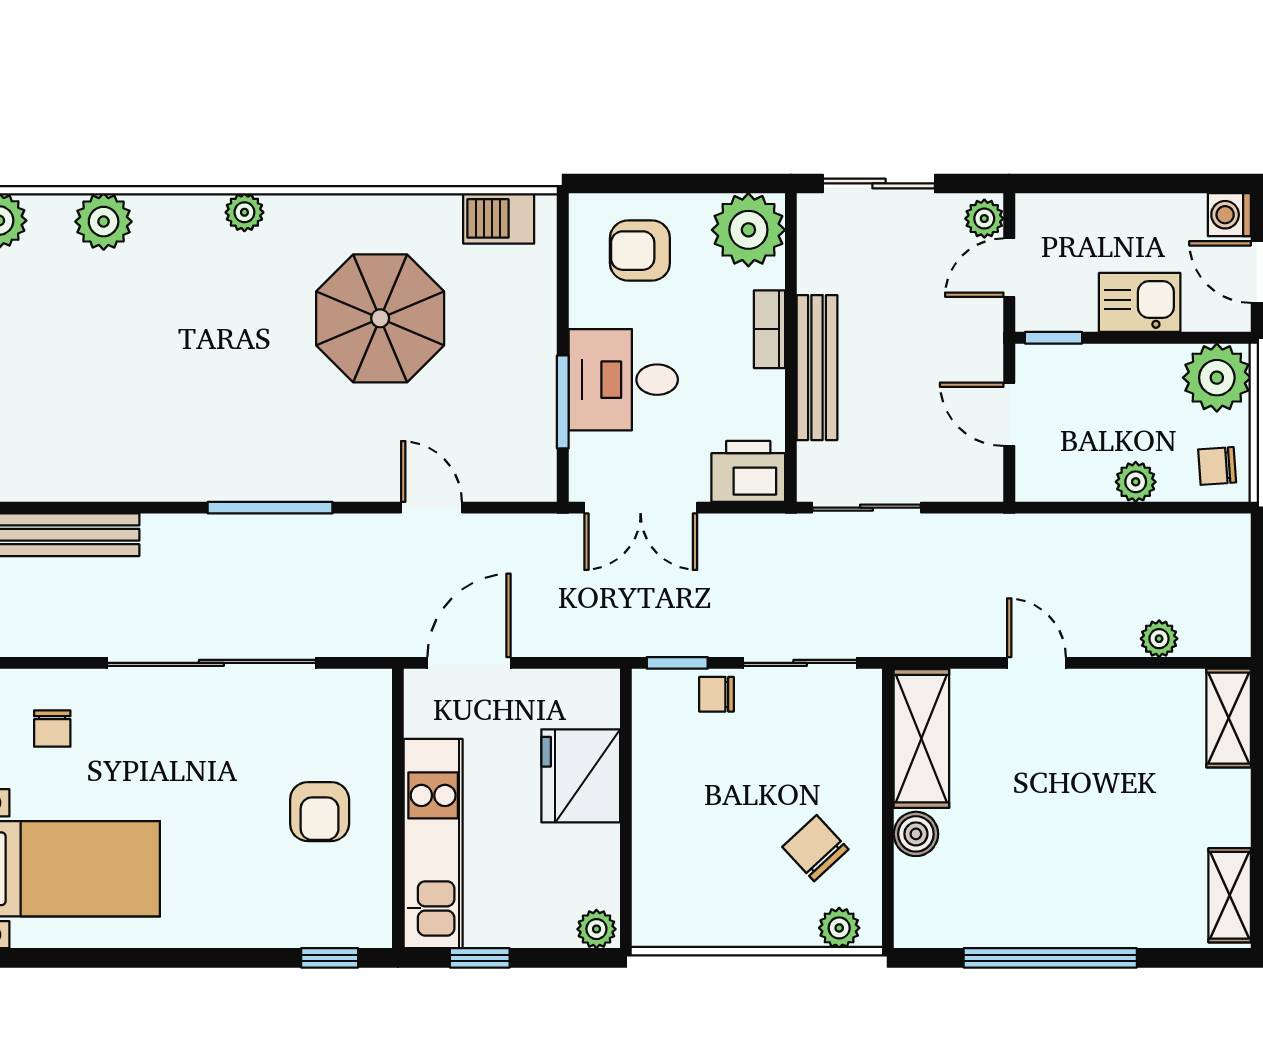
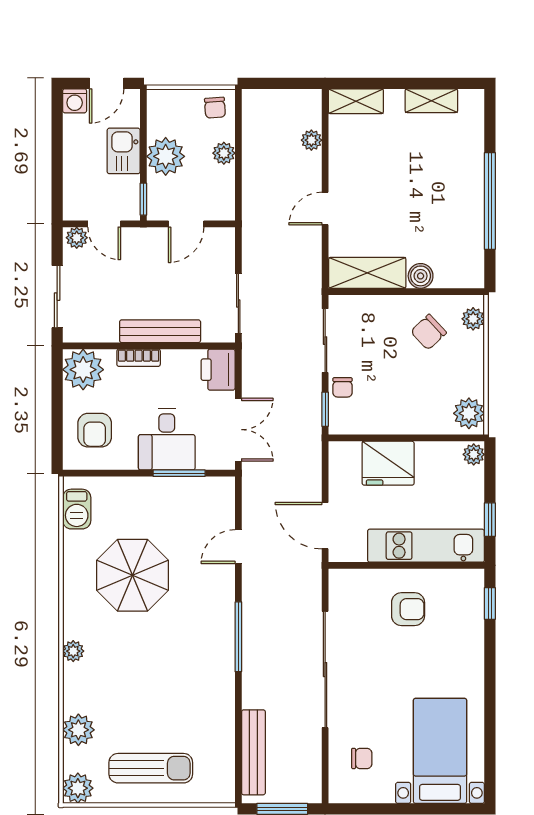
sun lounger: (35, 351) -> (151, 768), added
plant: (1217, 378) -> (166, 156), moved
shelving: (1230, 895) -> (431, 101), moved
plant: (670, 920) -> (469, 413), added

